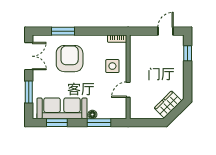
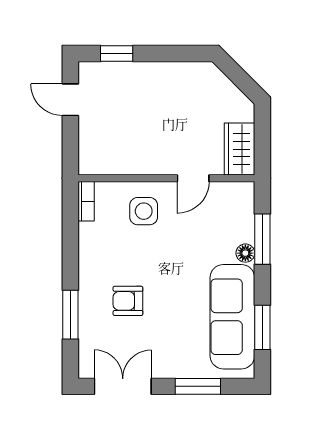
armchair: (70, 59) -> (128, 301), width x0.53, depth x0.53
door: (128, 90) -> (193, 178), hinge flipped
wardrobe: (168, 104) -> (239, 149), moved, turned 45

